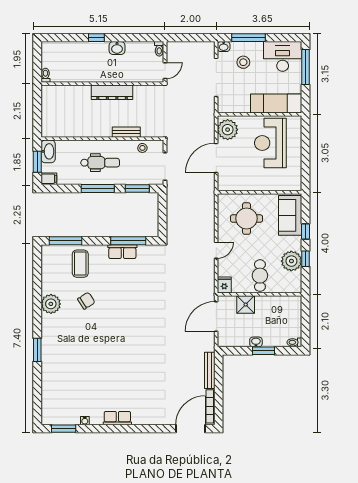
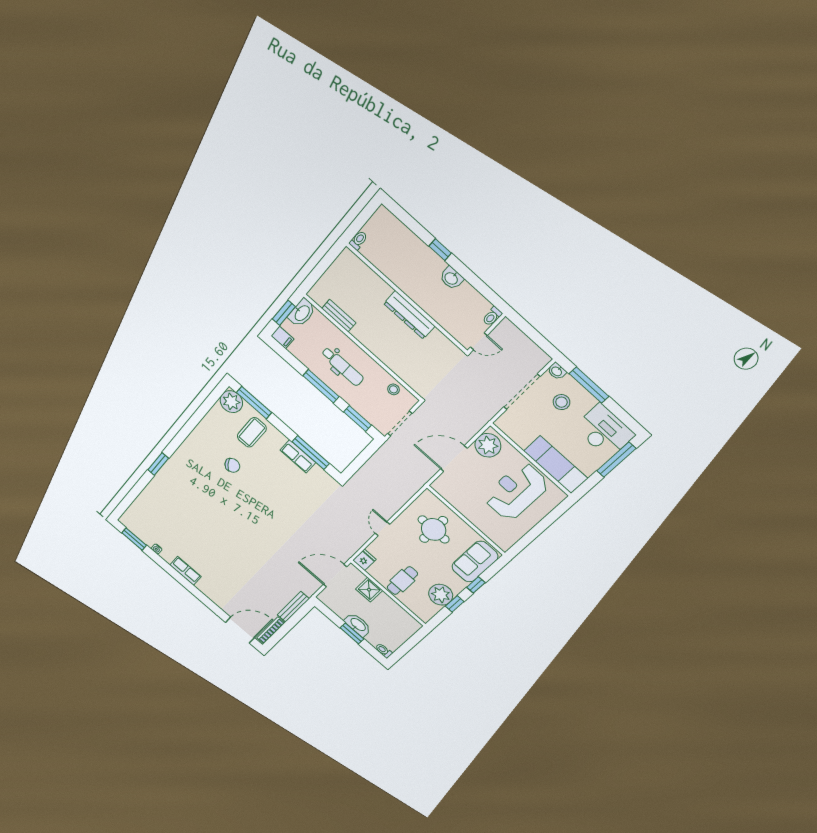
bench: (126, 132) -> (339, 316), moved
door: (216, 250) -> (383, 529), swing flipped
plant: (51, 304) -> (231, 402), moved
washbasin: (256, 342) -> (358, 625), width x1.91, depth x1.45

